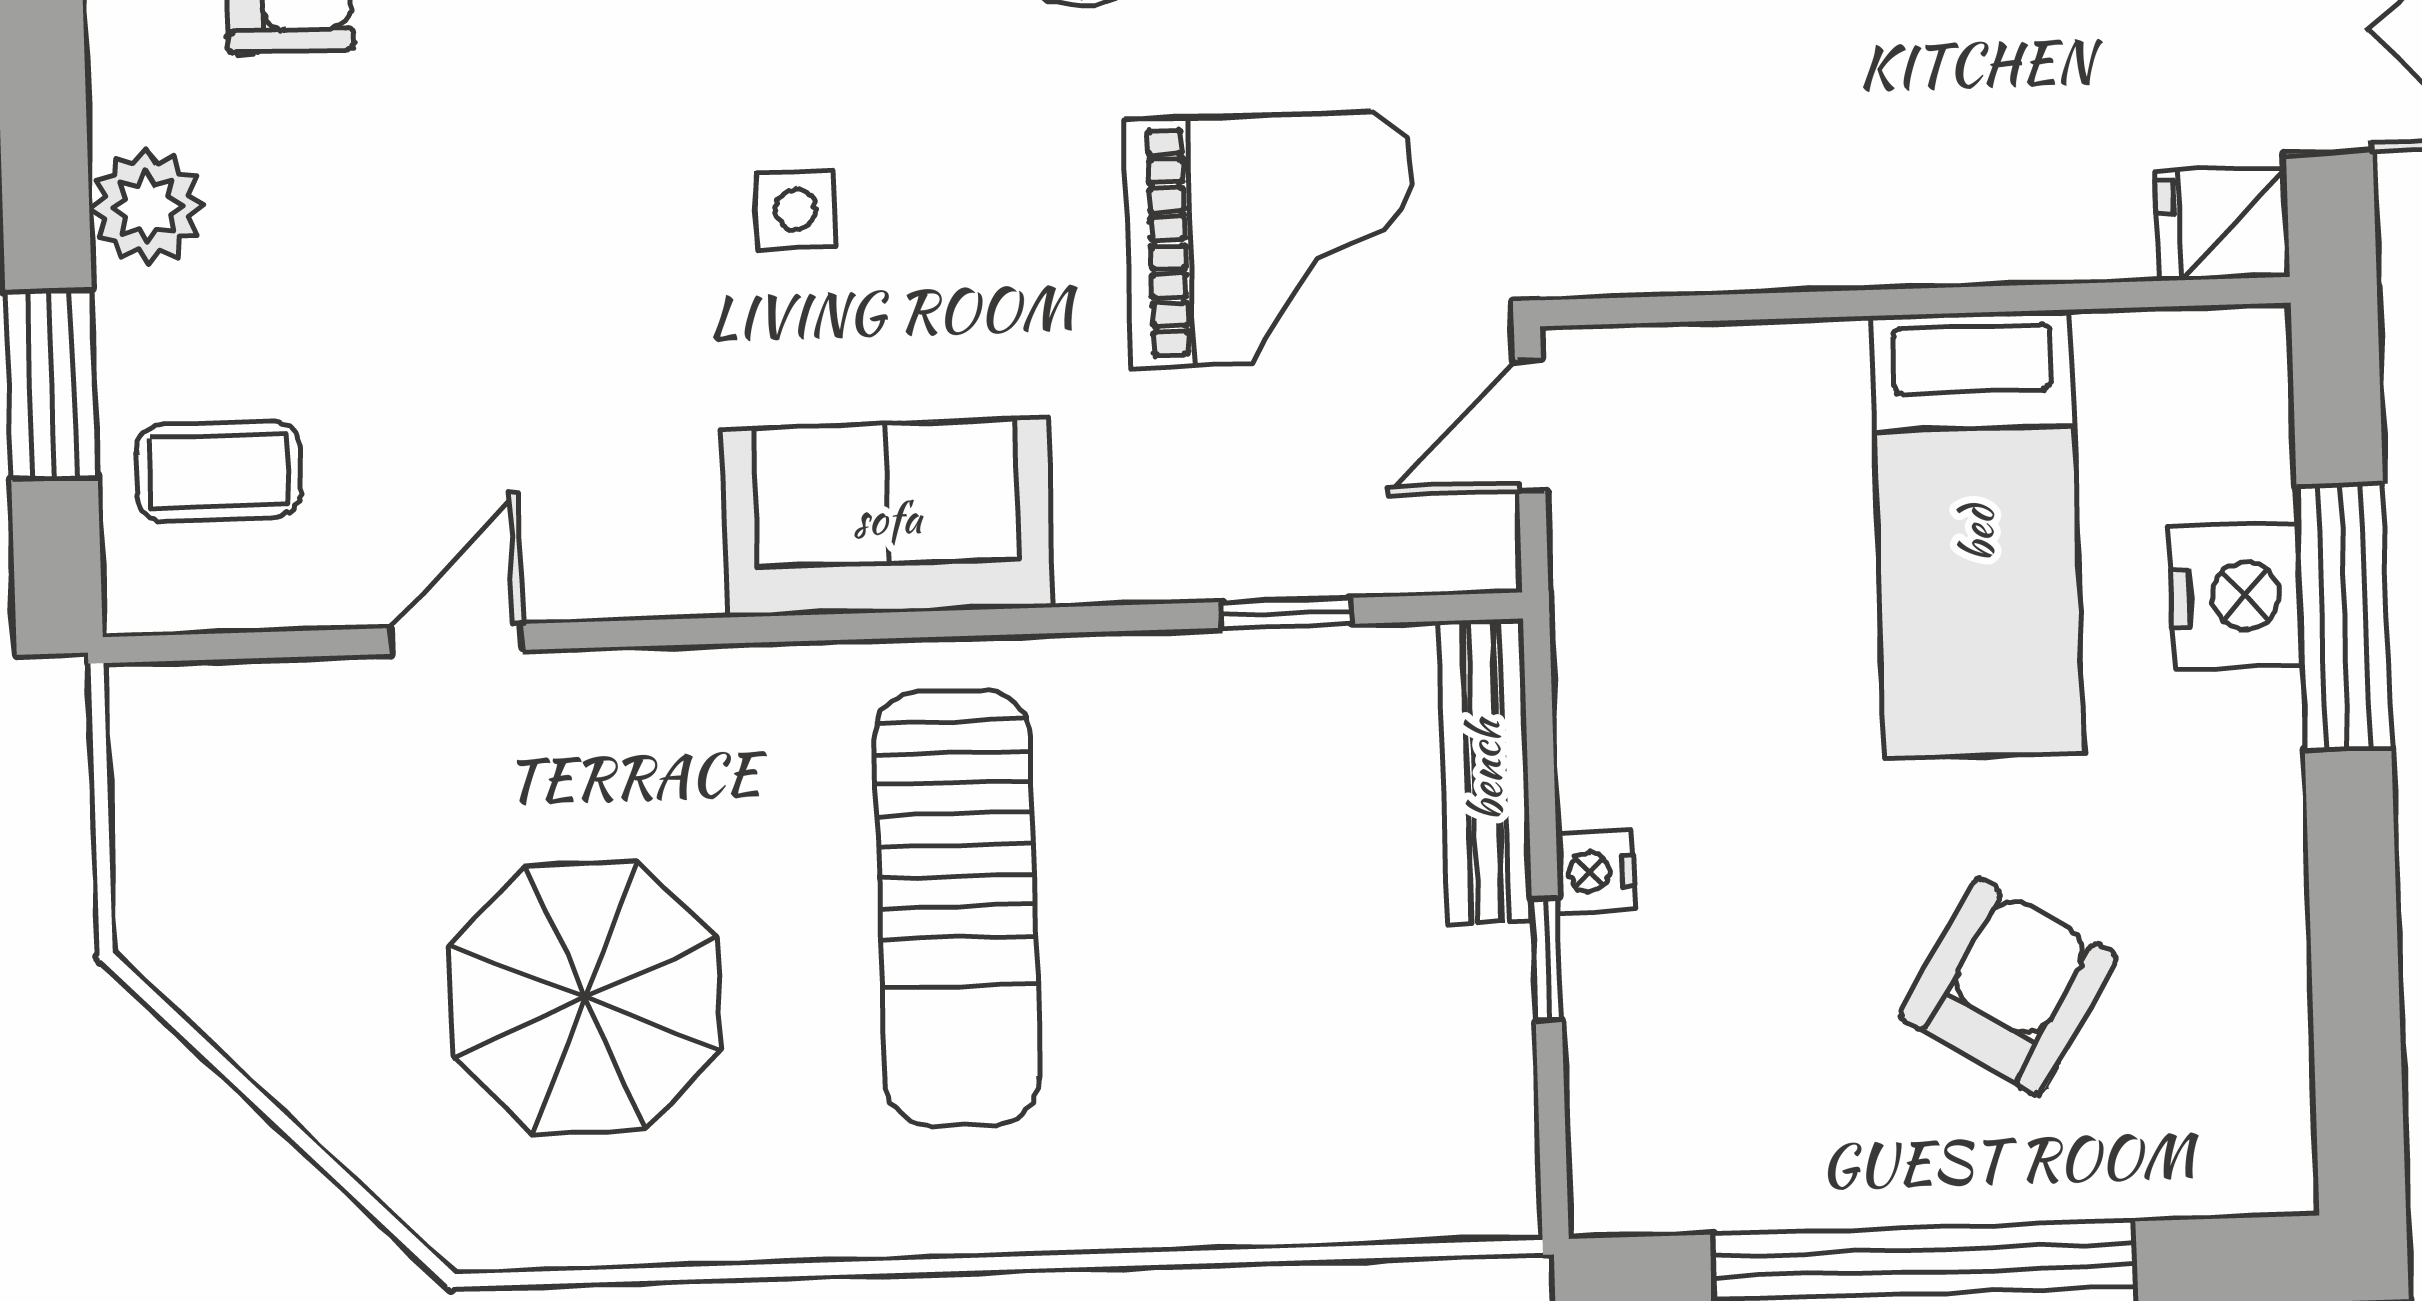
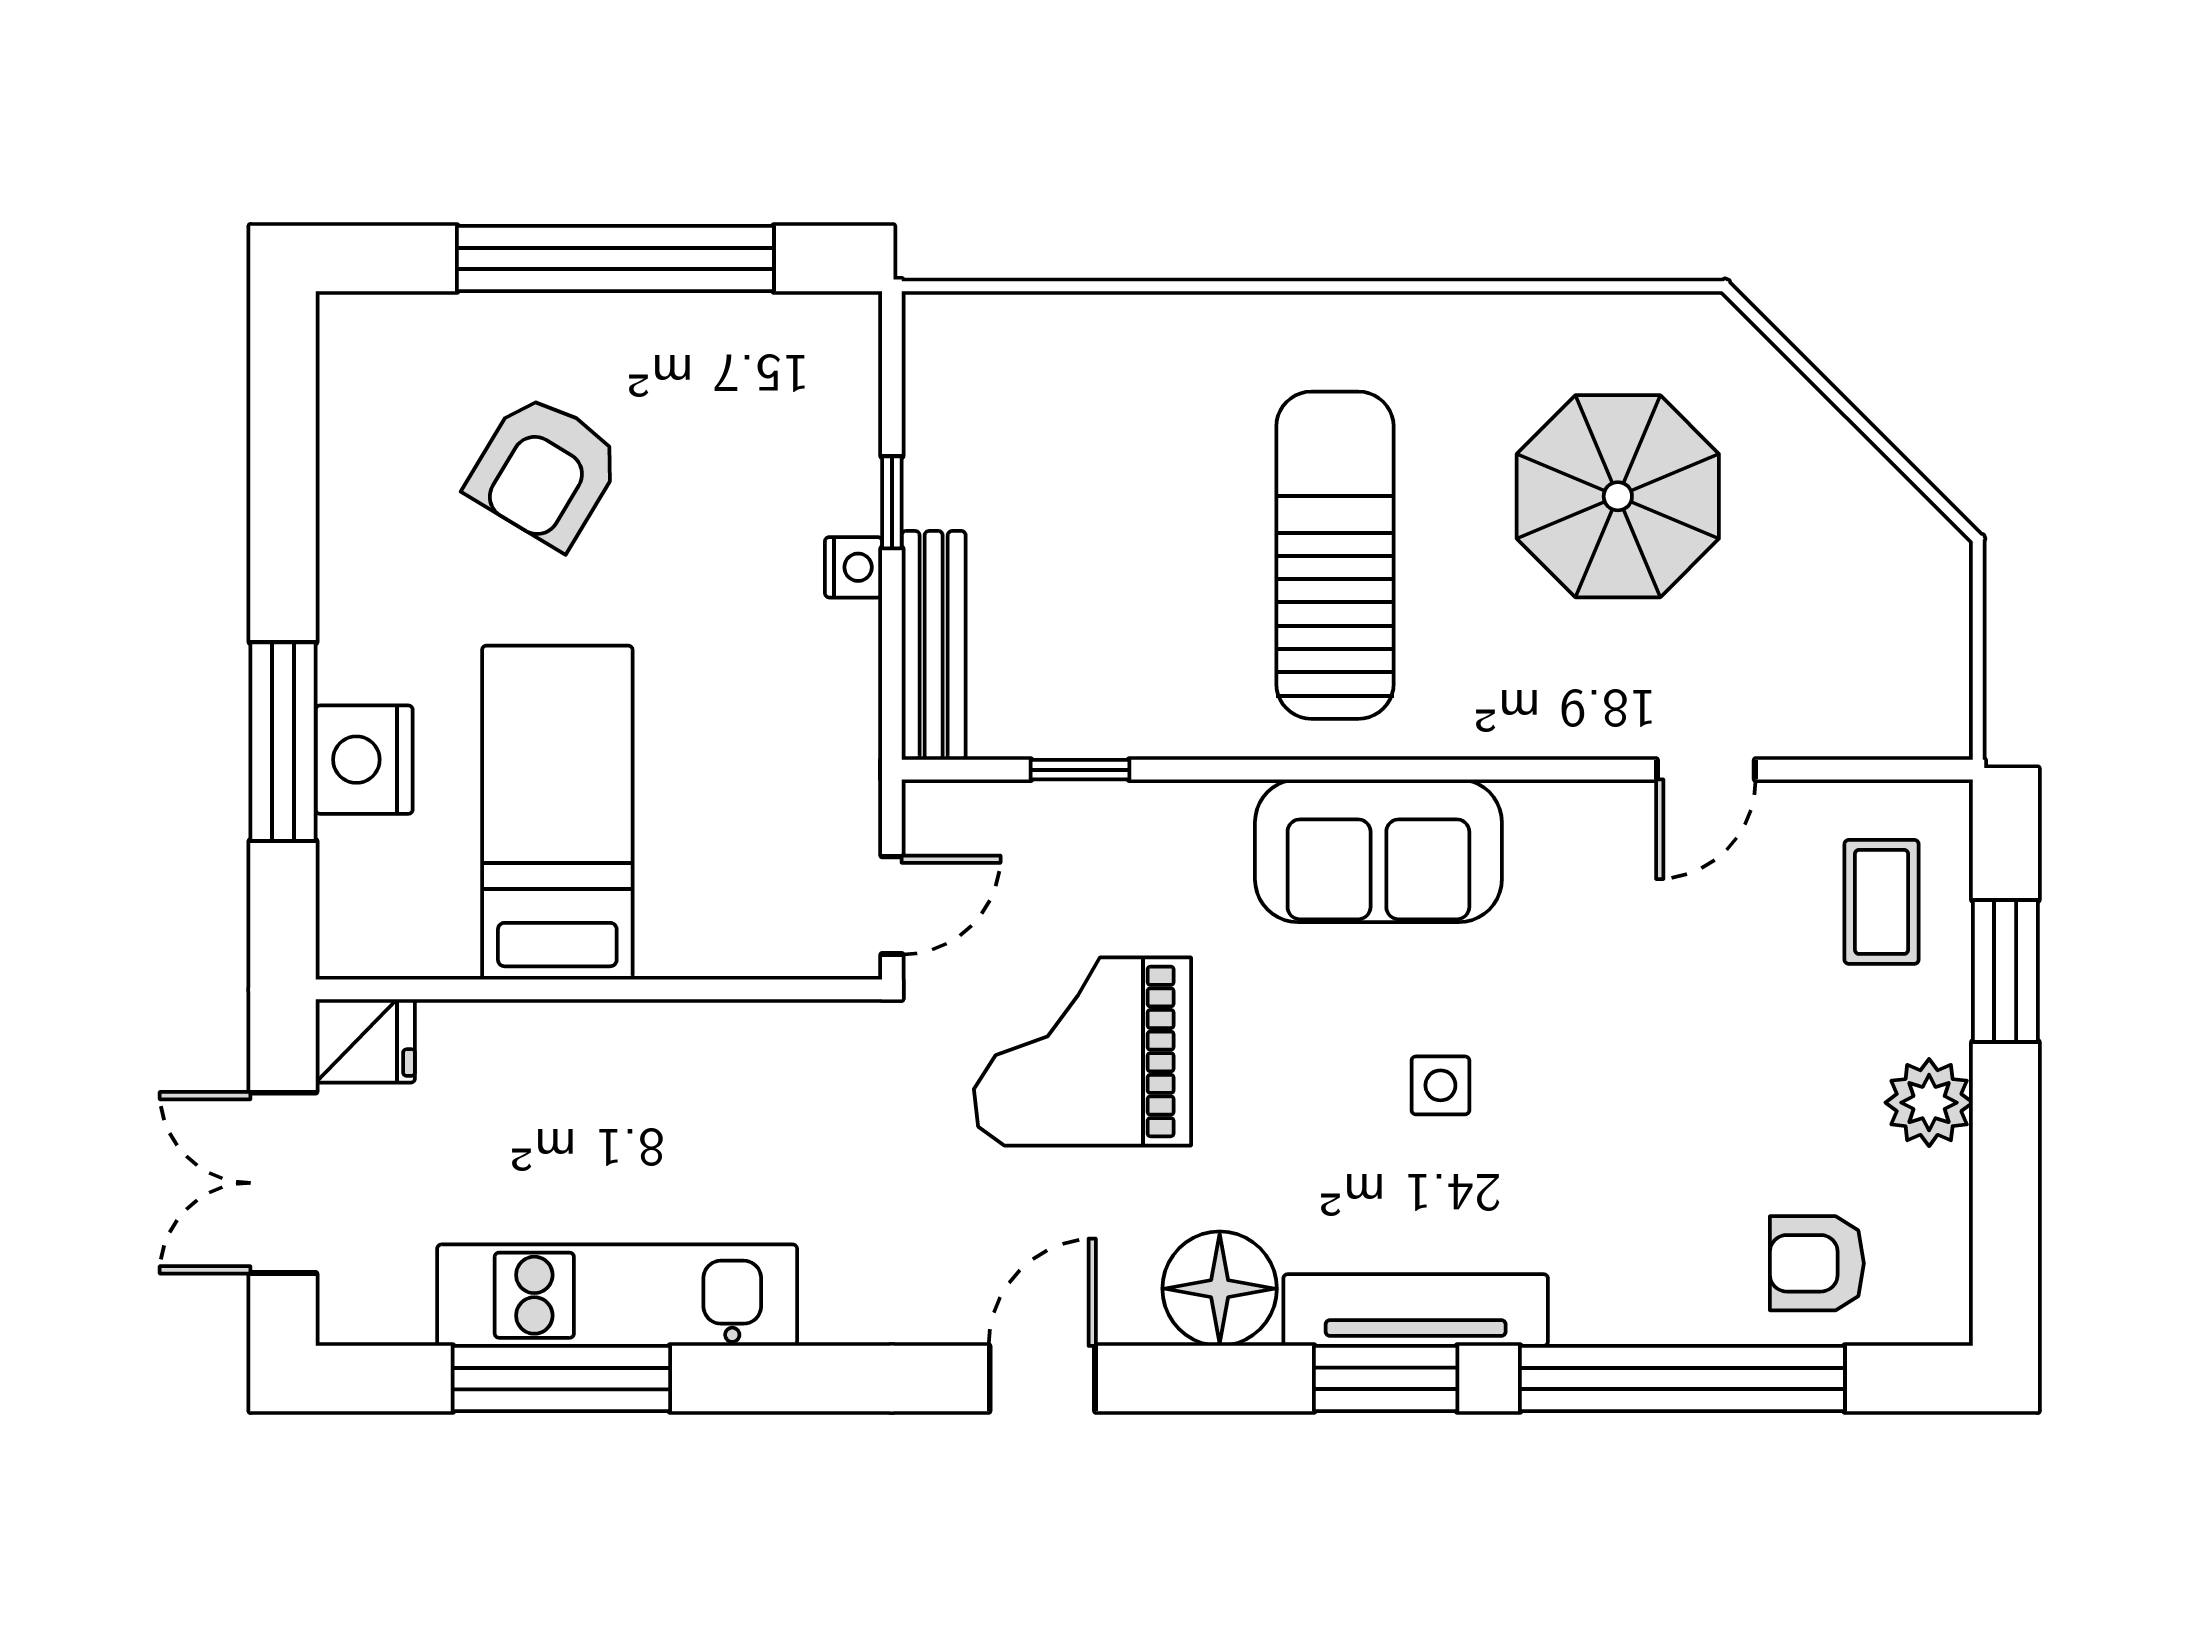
coffee table: (218, 471) -> (1882, 902), turned 90

